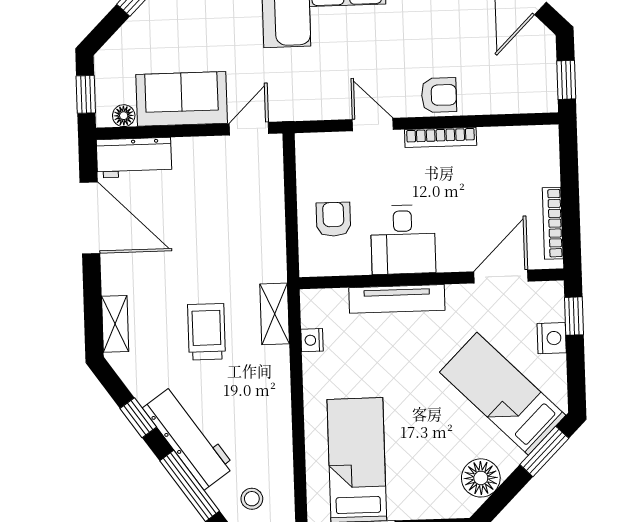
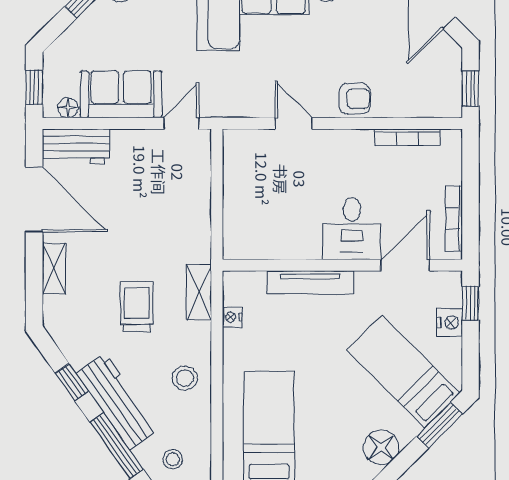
bookcase: (441, 137) -> (407, 137), moved
armchair: (333, 219) -> (255, 208), removed
desk: (403, 240) -> (352, 229), moved
shelving: (115, 324) -> (54, 269), moved
stool: (262, 409) -> (185, 378), added

